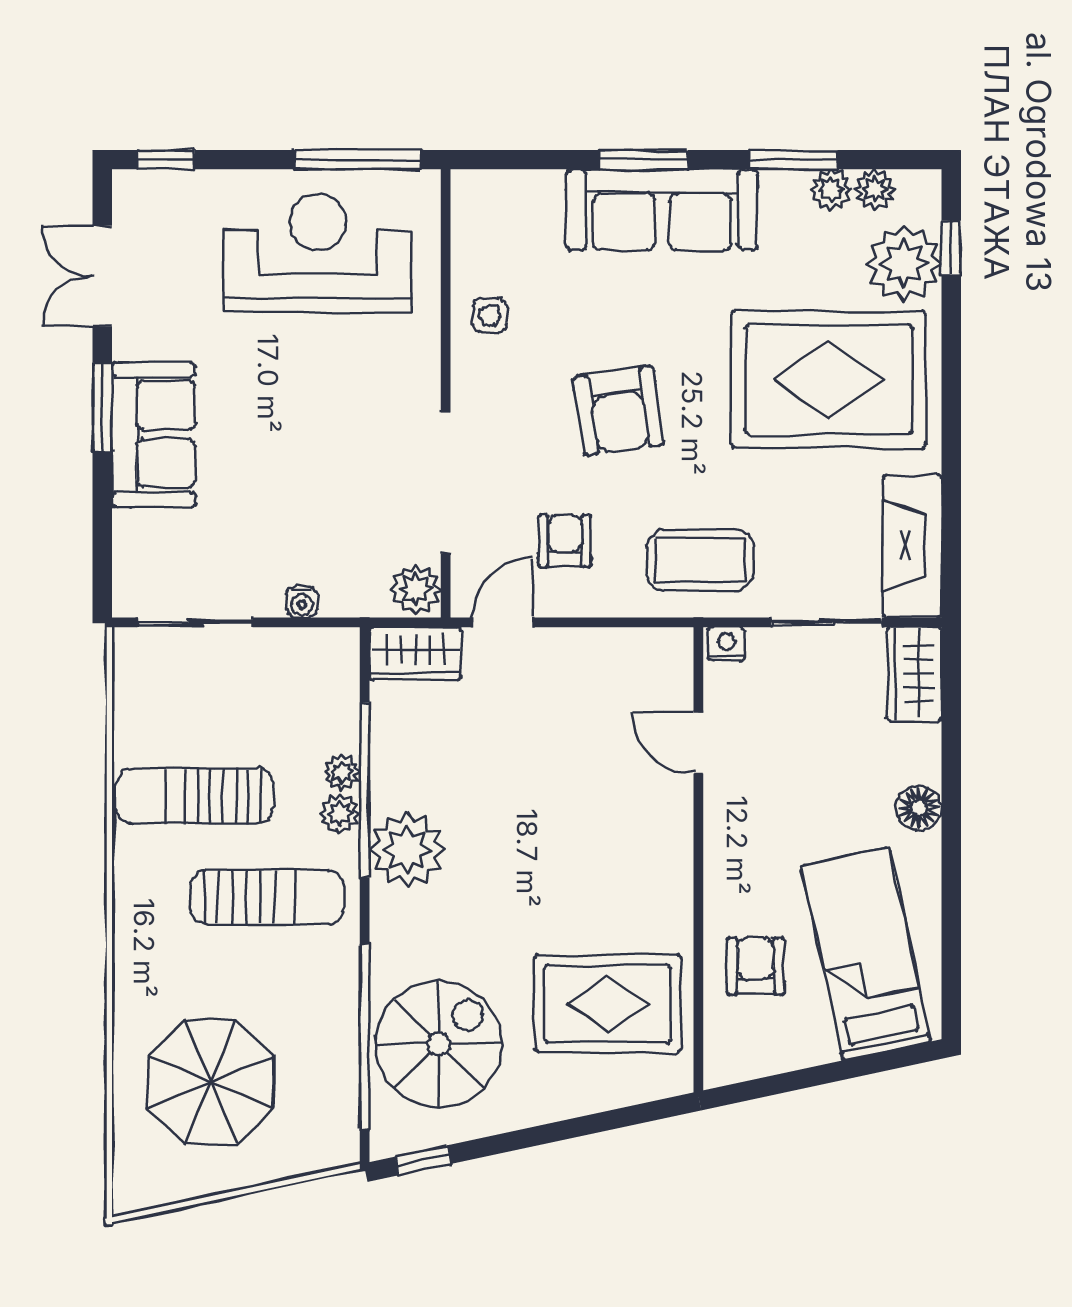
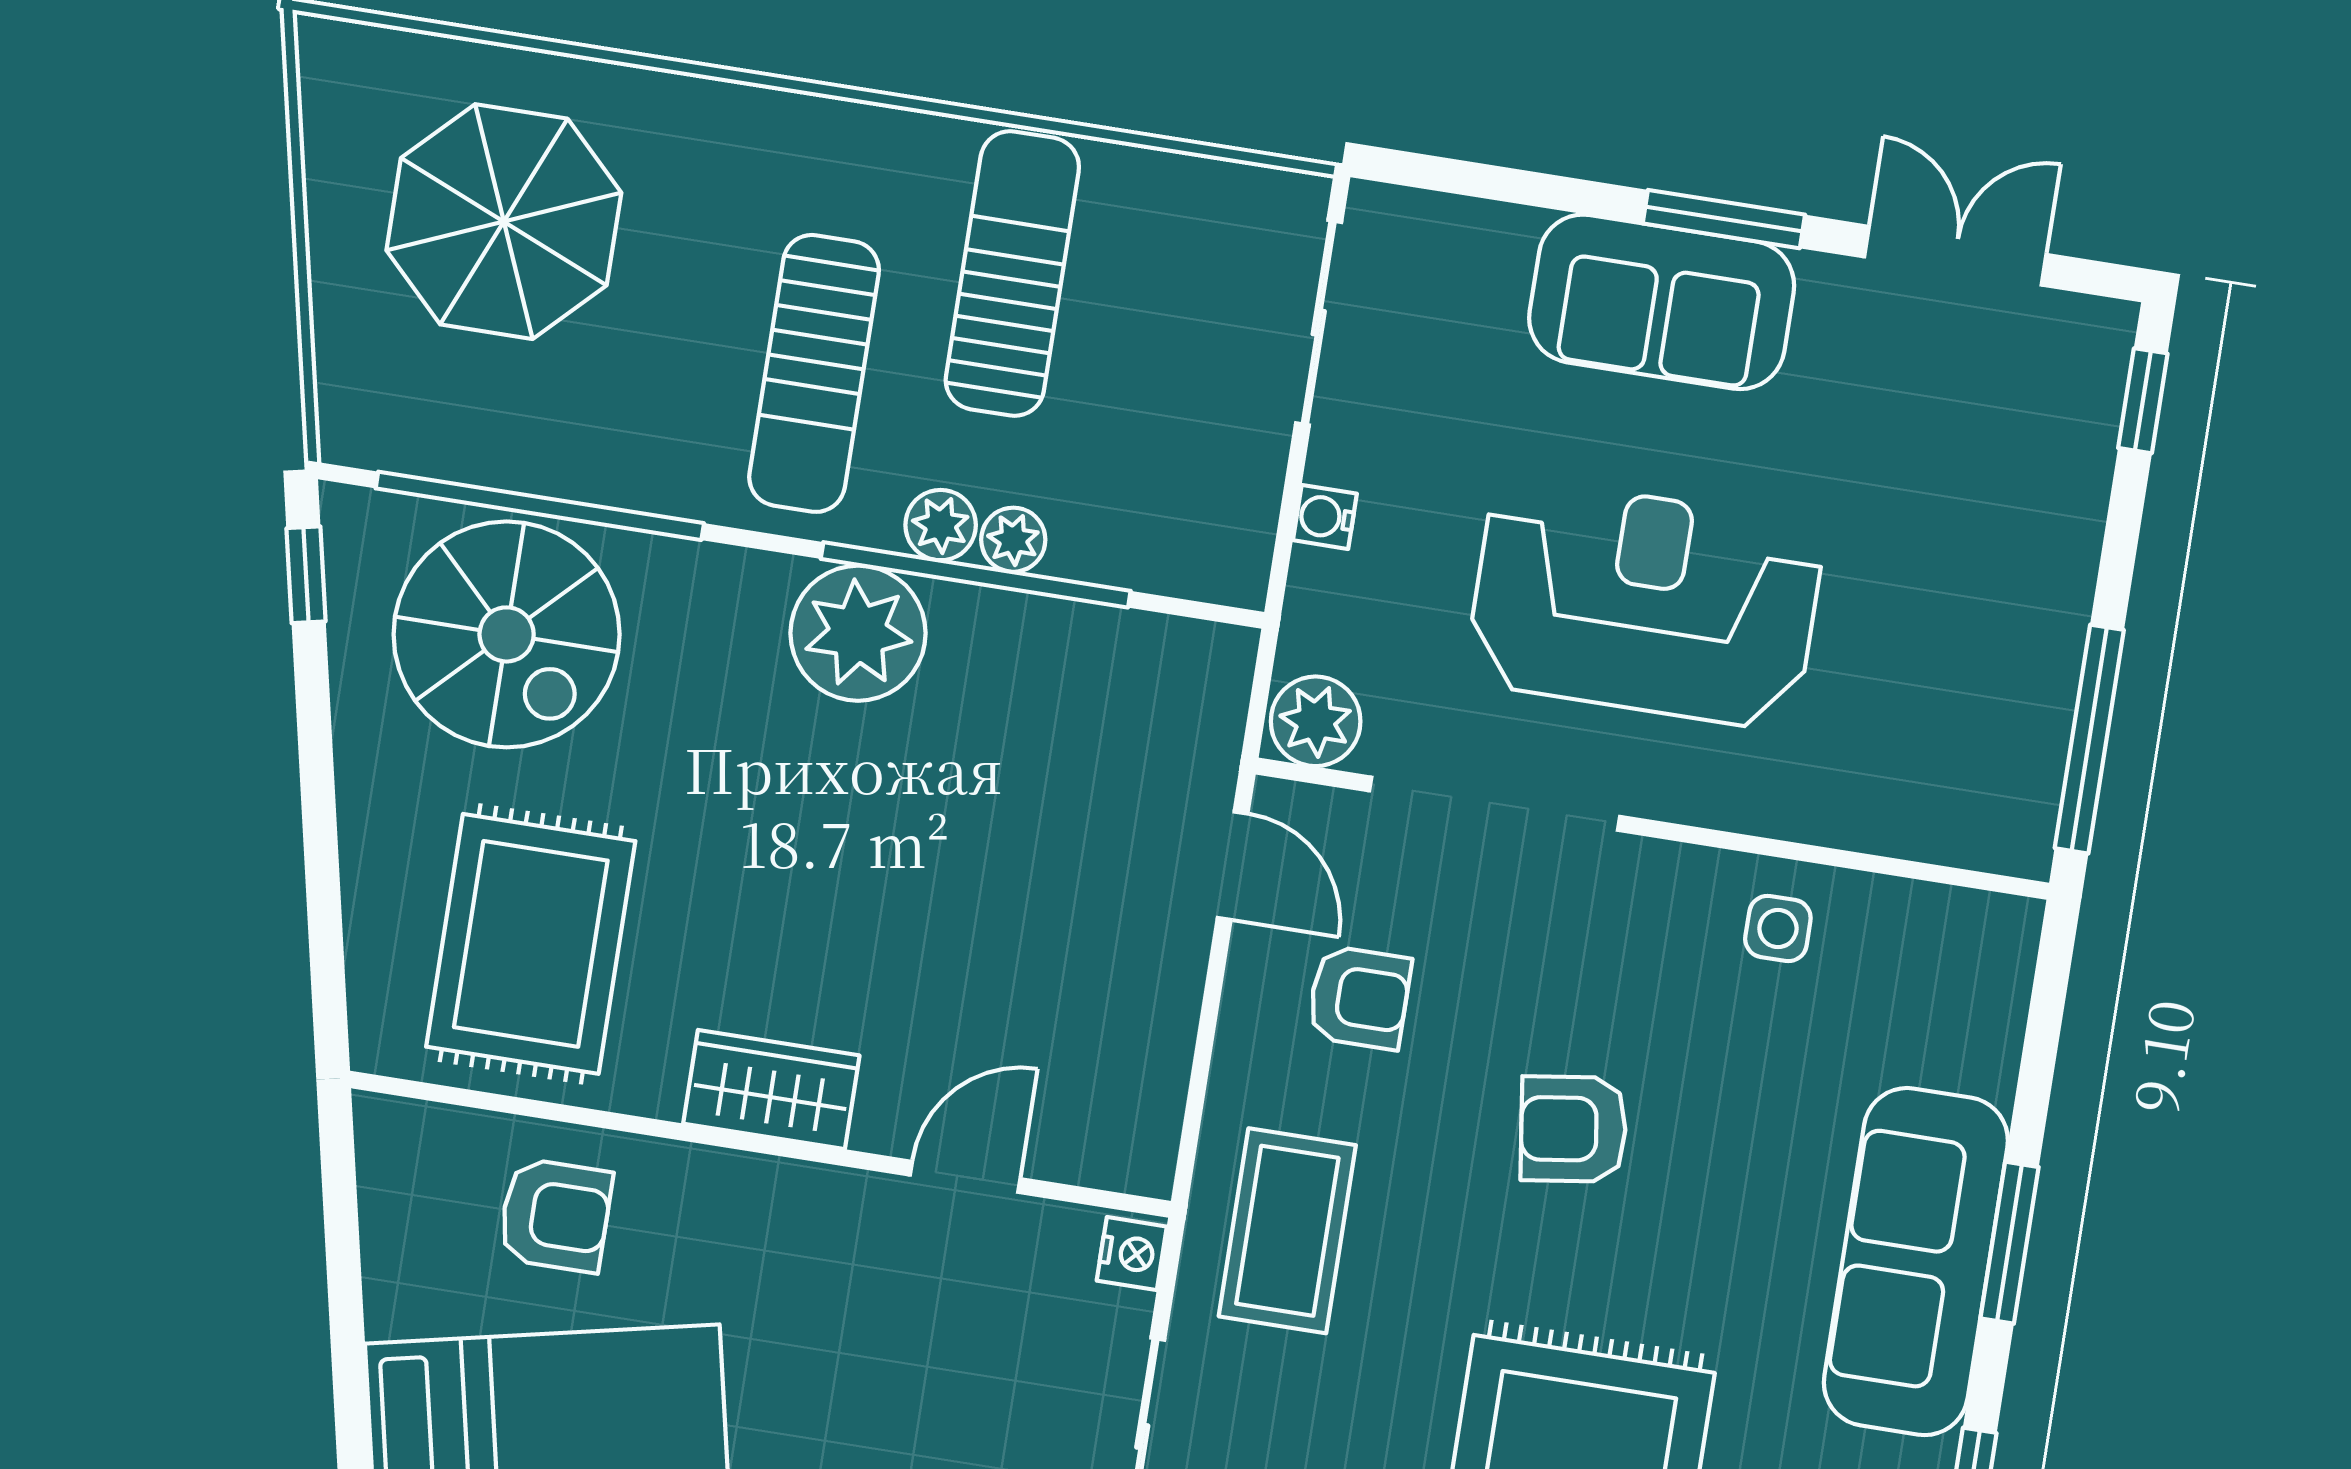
reception desk: (317, 253) -> (1645, 603), moved, turned -90
armchair: (619, 411) -> (1573, 1129), width x0.72, depth x0.72
wardrobe: (415, 654) -> (771, 1090), moved, turned 90

